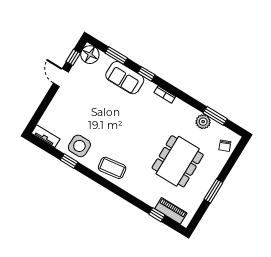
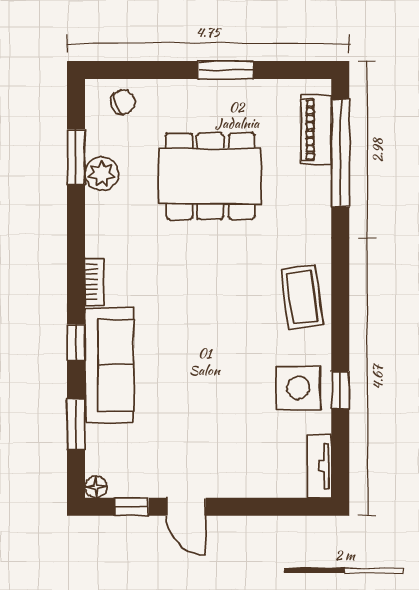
floor lamp: (90, 55) -> (96, 487), width x0.53, depth x0.53
door: (61, 78) -> (186, 507), hinge flipped
sofa: (125, 78) -> (109, 365), width x1.36
window: (157, 215) -> (340, 153), width x3.17

